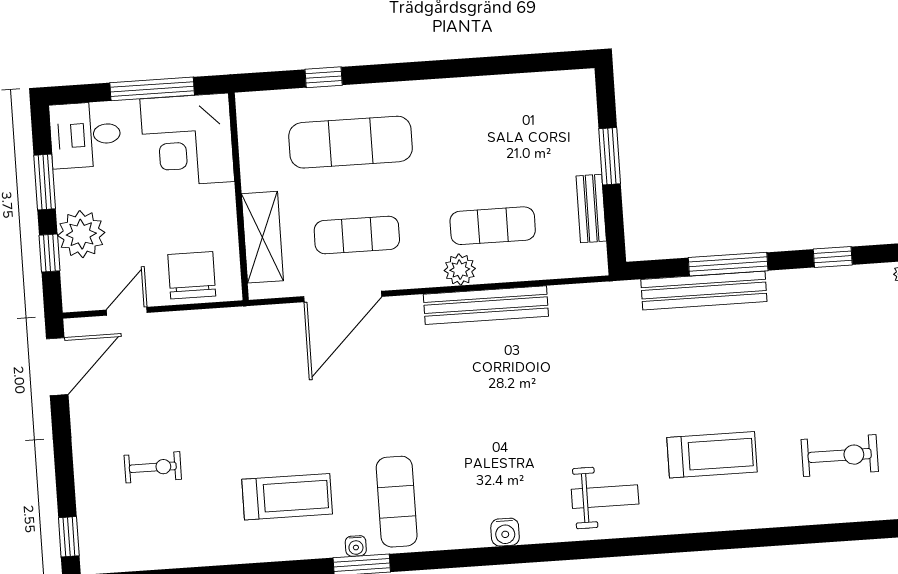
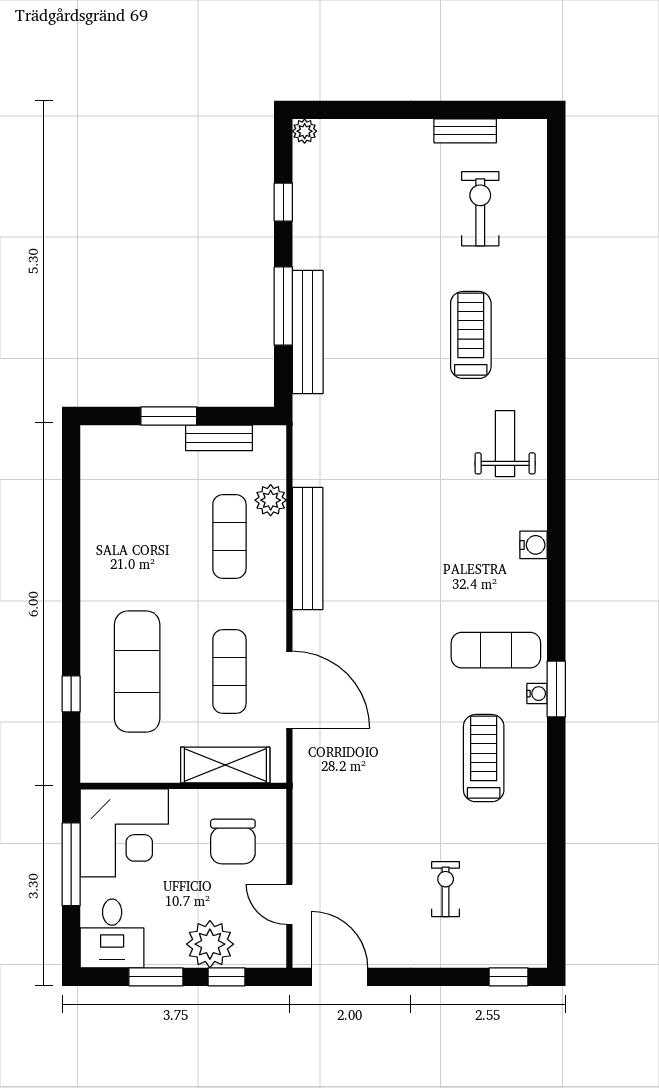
plant: (460, 270) -> (271, 500), moved
chair: (192, 275) -> (233, 841), moved, turned -90

